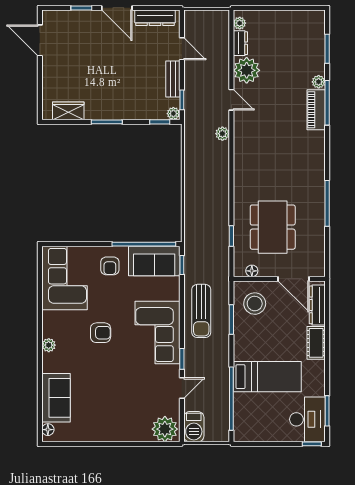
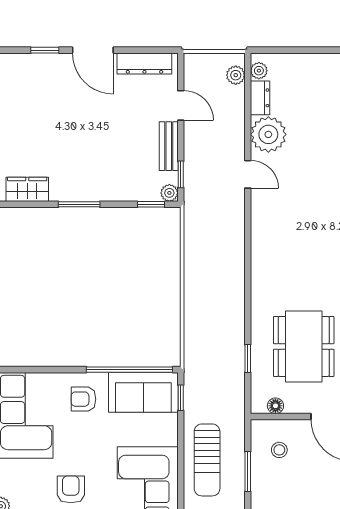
plant: (222, 134) -> (236, 75), moved
armchair: (110, 266) -> (83, 399), turned 90
stool: (255, 304) -> (279, 450), width x0.53, depth x0.53
armchair: (101, 333) -> (71, 489), turned -90

